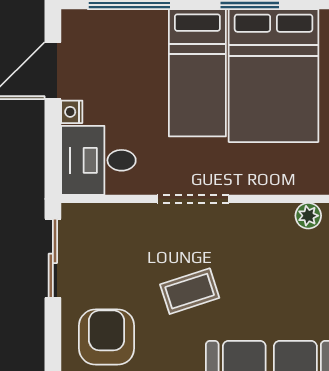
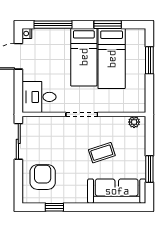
bed: (274, 76) -> (112, 59), width x0.67
nightstand: (72, 112) -> (27, 33), moved
coffee table: (190, 291) -> (102, 153), moved

